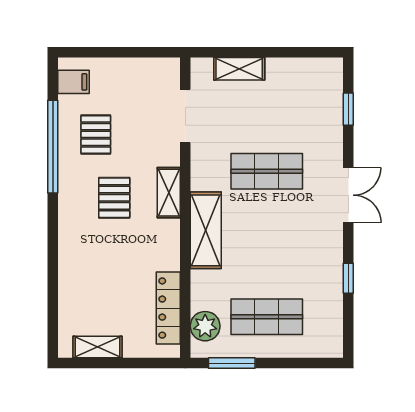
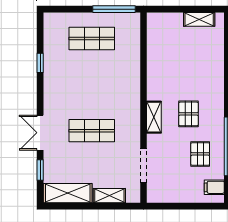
double door: (348, 195) -> (40, 133), moved
shelving: (206, 230) -> (68, 193), moved, turned 90
locker: (168, 308) -> (154, 44), removed
plant: (205, 326) -> (131, 33), removed
window: (232, 363) -> (114, 9), width x1.44

